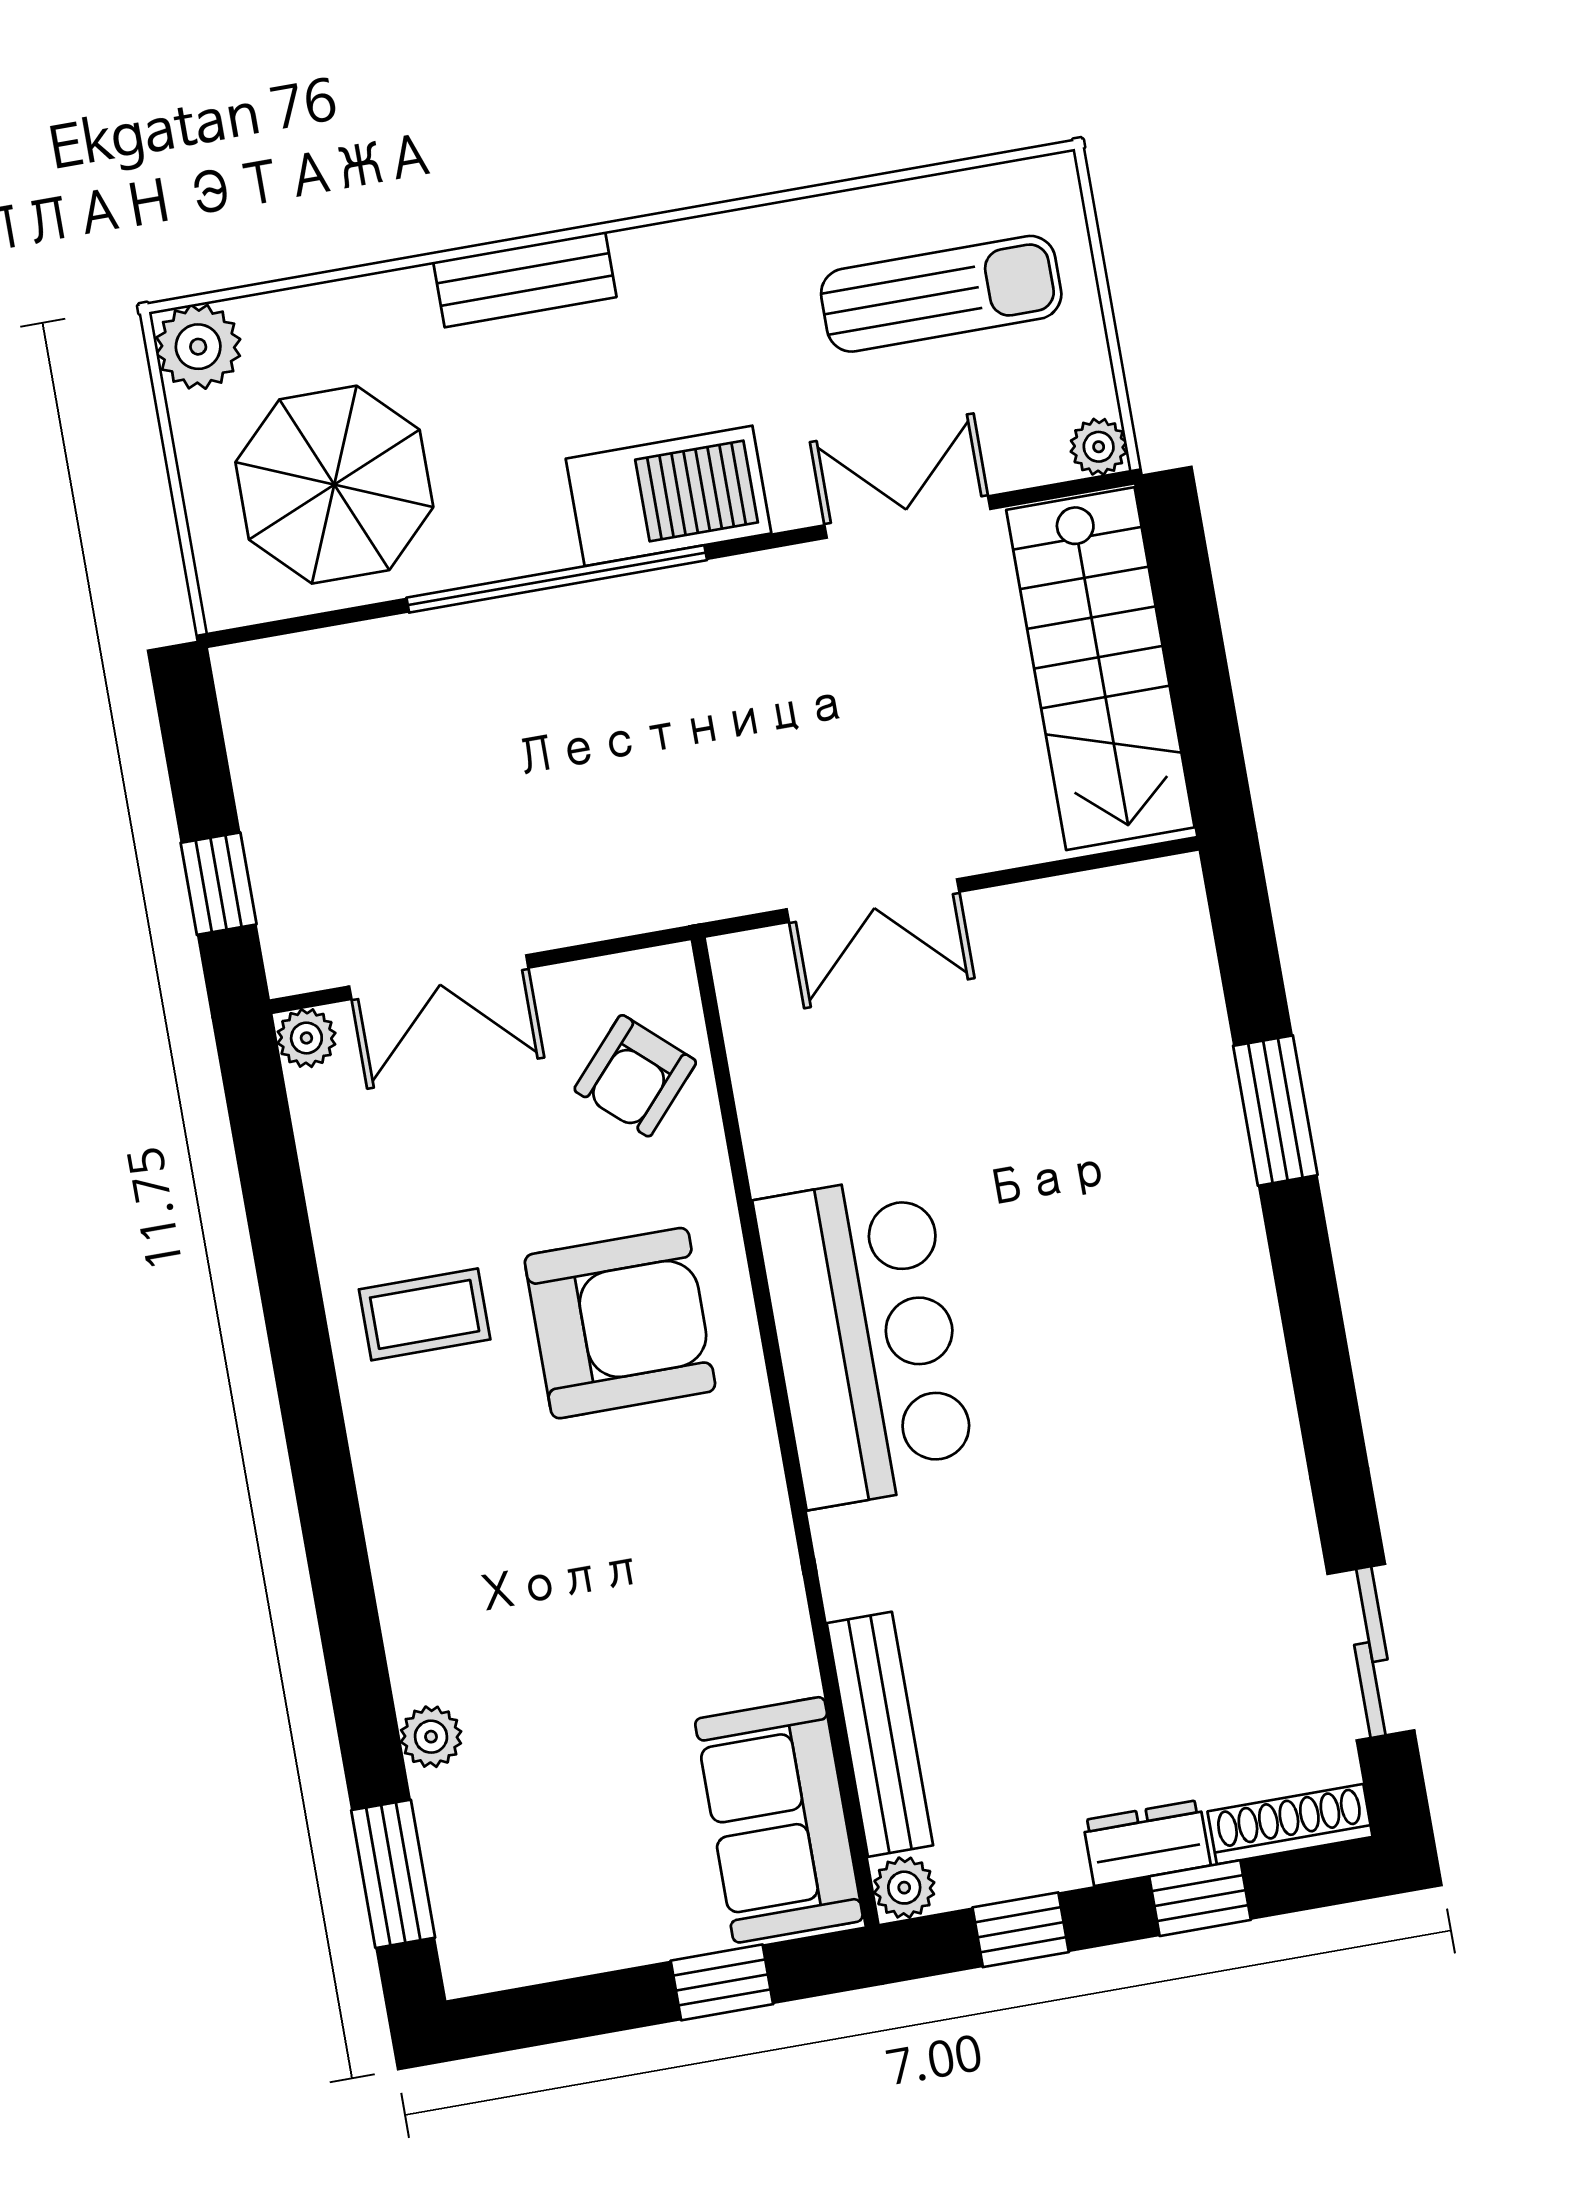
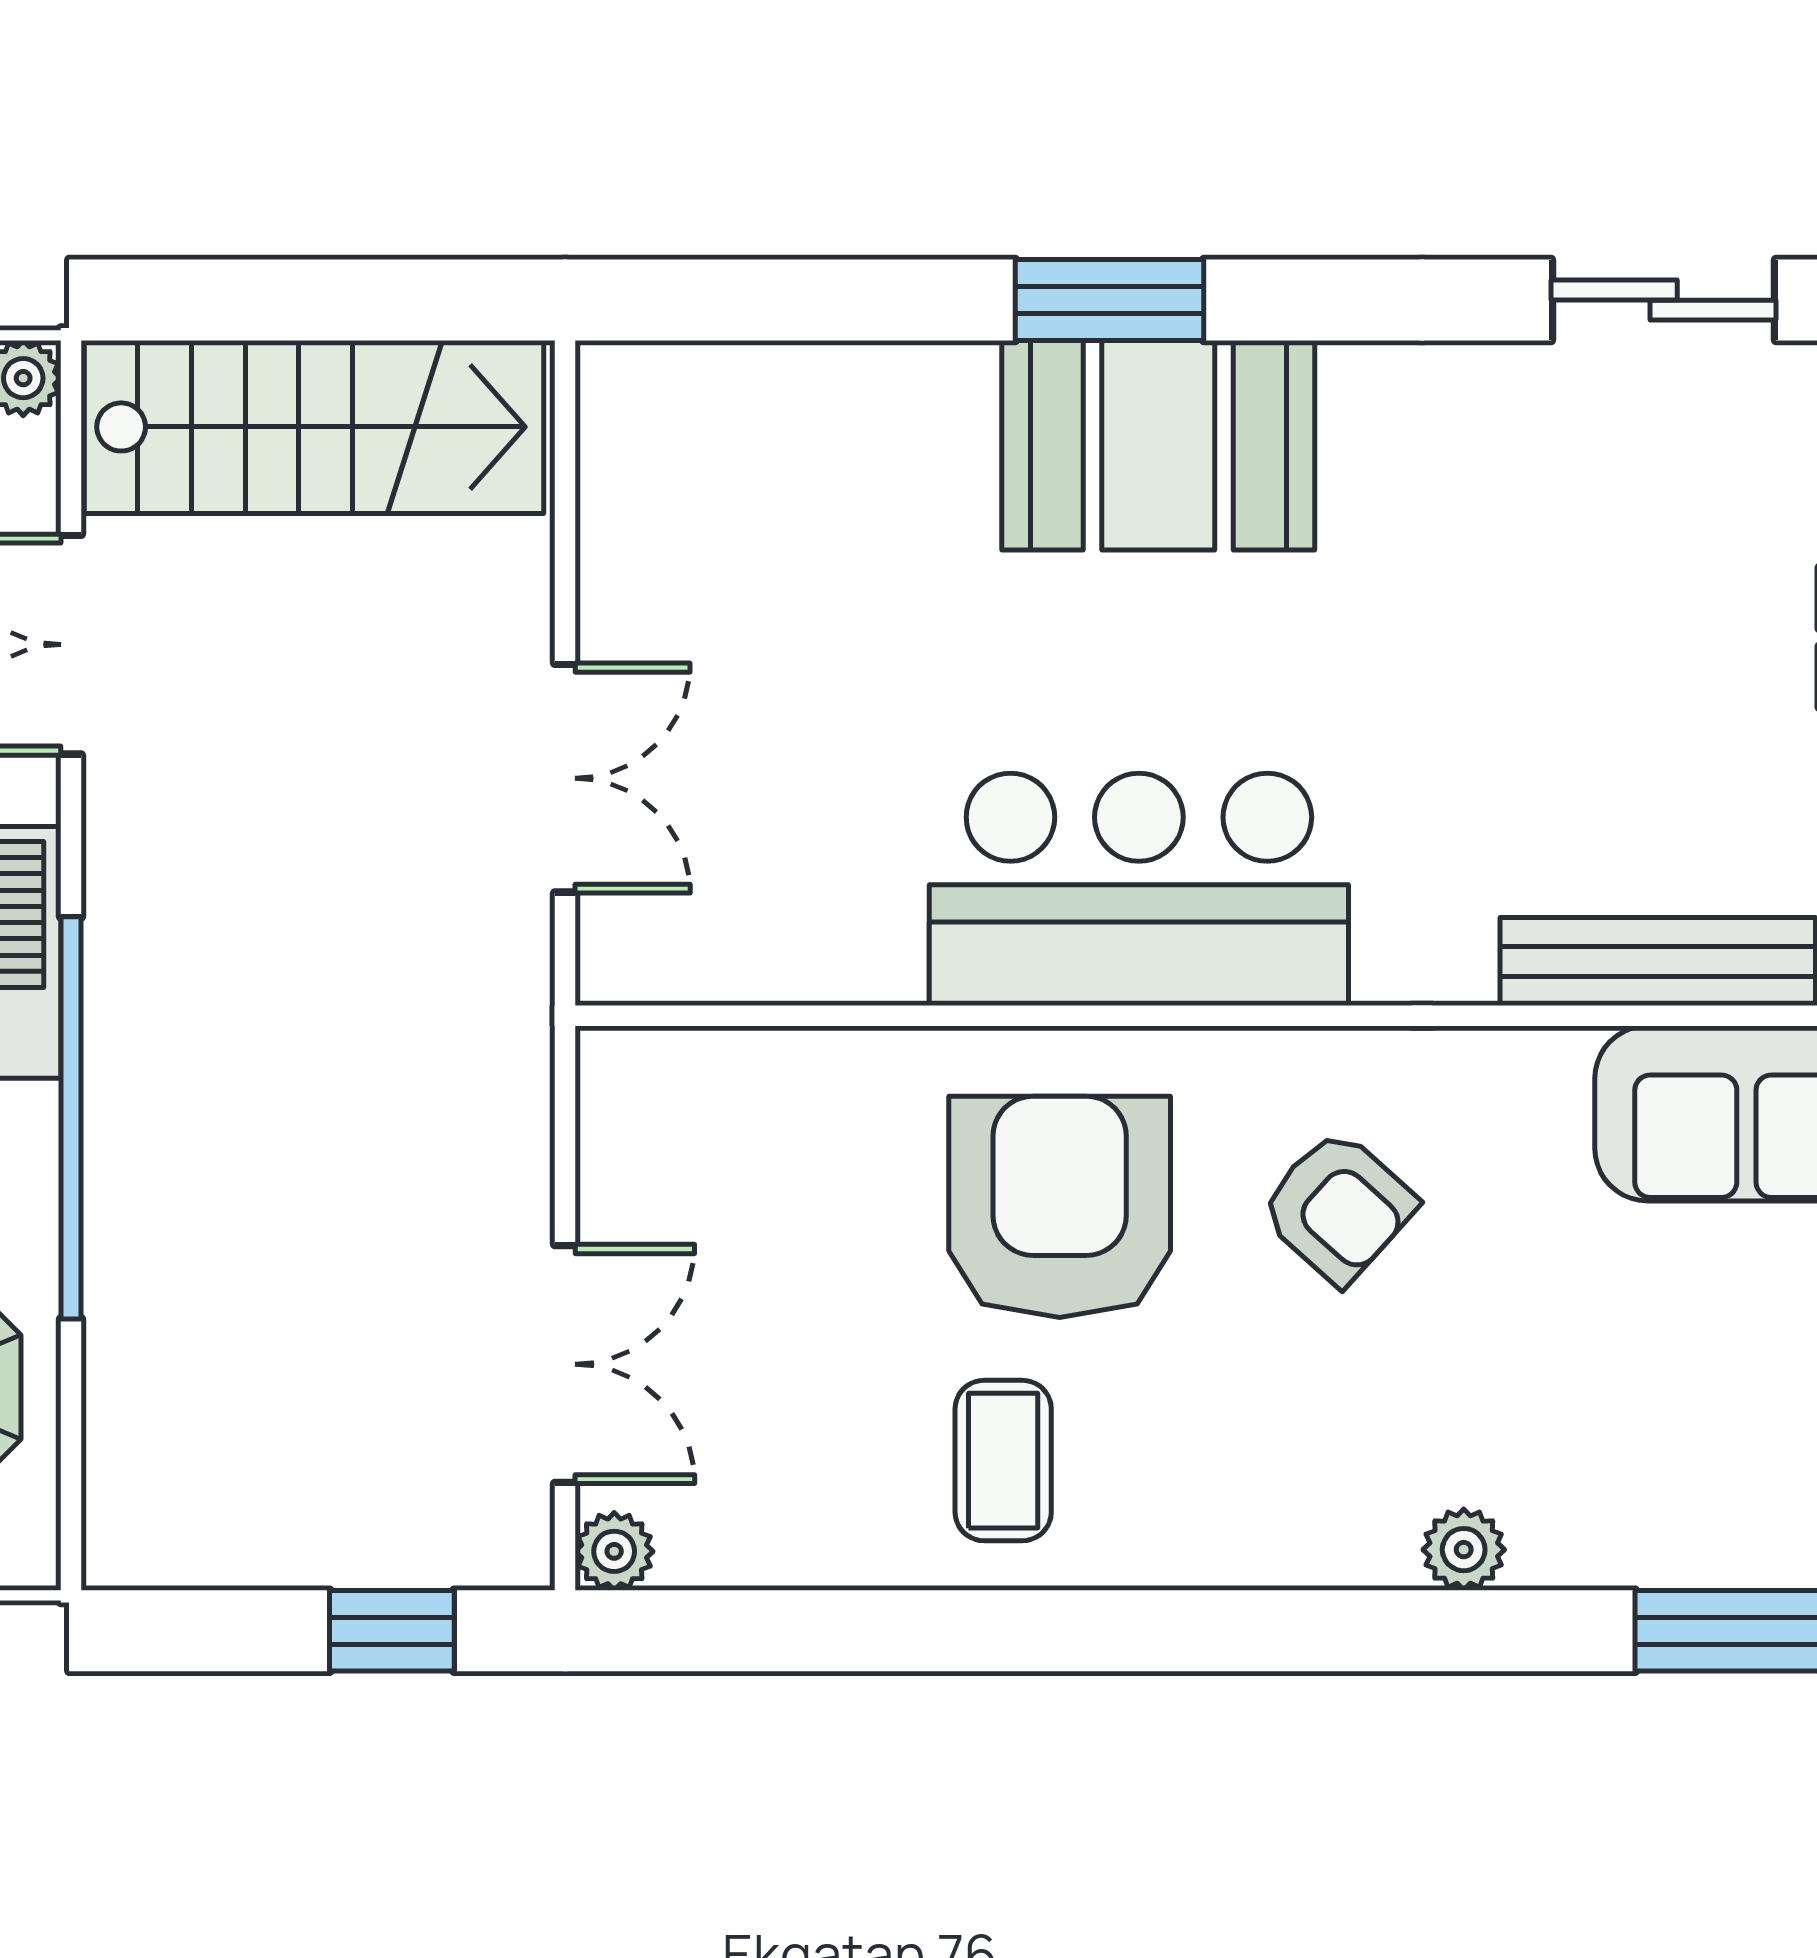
armchair: (635, 1076) -> (1338, 1207), moved
window: (1275, 1111) -> (1109, 300), moved
booth: (1197, 1297) -> (1158, 445), added
plant: (431, 1737) -> (1464, 1550), moved

